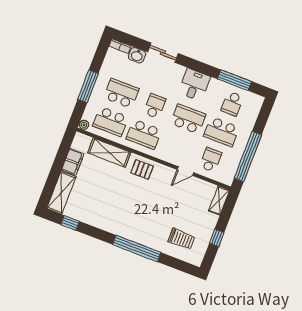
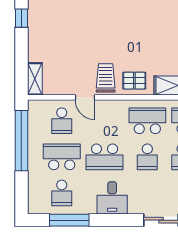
school desk: (232, 104) -> (62, 193), turned 180
door: (186, 171) -> (85, 97), swing flipped
window: (217, 238) -> (21, 18), moved
trolley: (182, 239) -> (106, 78), moved, turned 90

